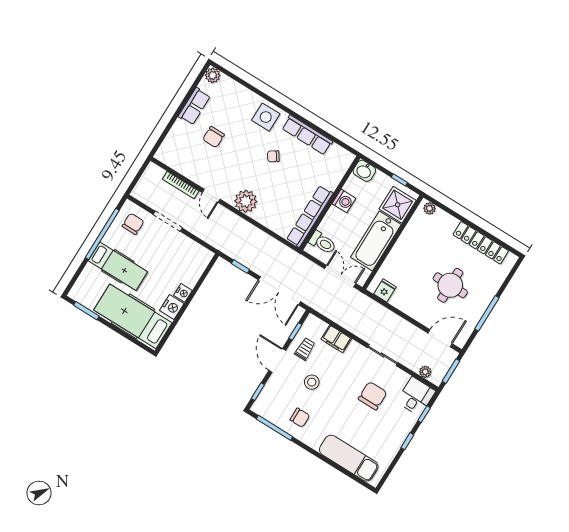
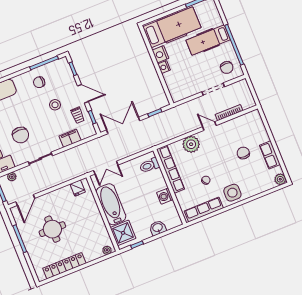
washing machine: (344, 201) -> (165, 196), moved
wall: (330, 203) -> (170, 187), moved
row of seats: (310, 216) -> (171, 169), moved
toilet: (323, 243) -> (149, 165), moved

